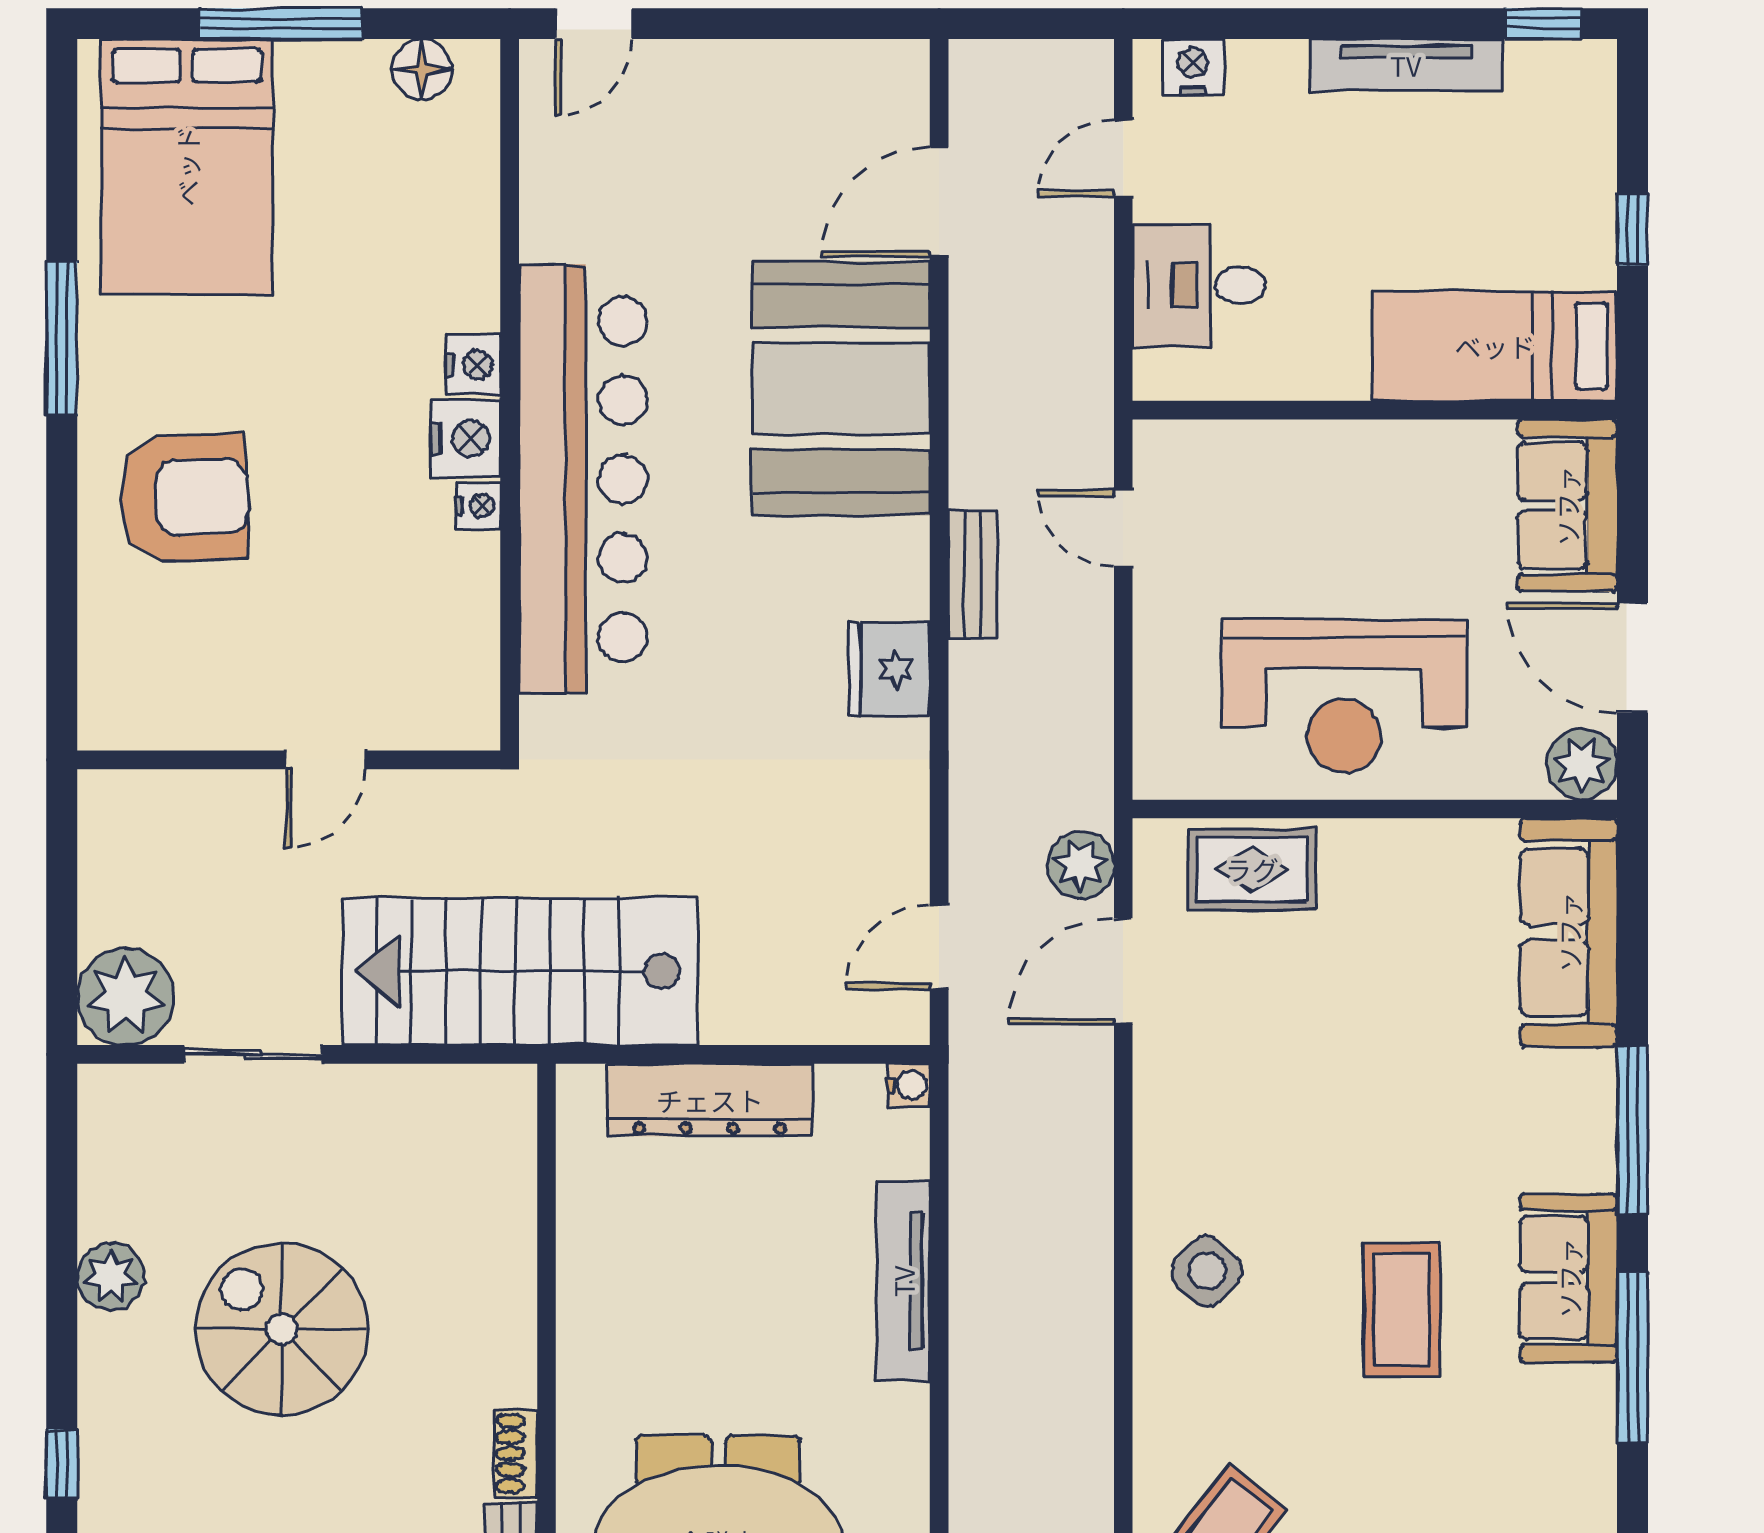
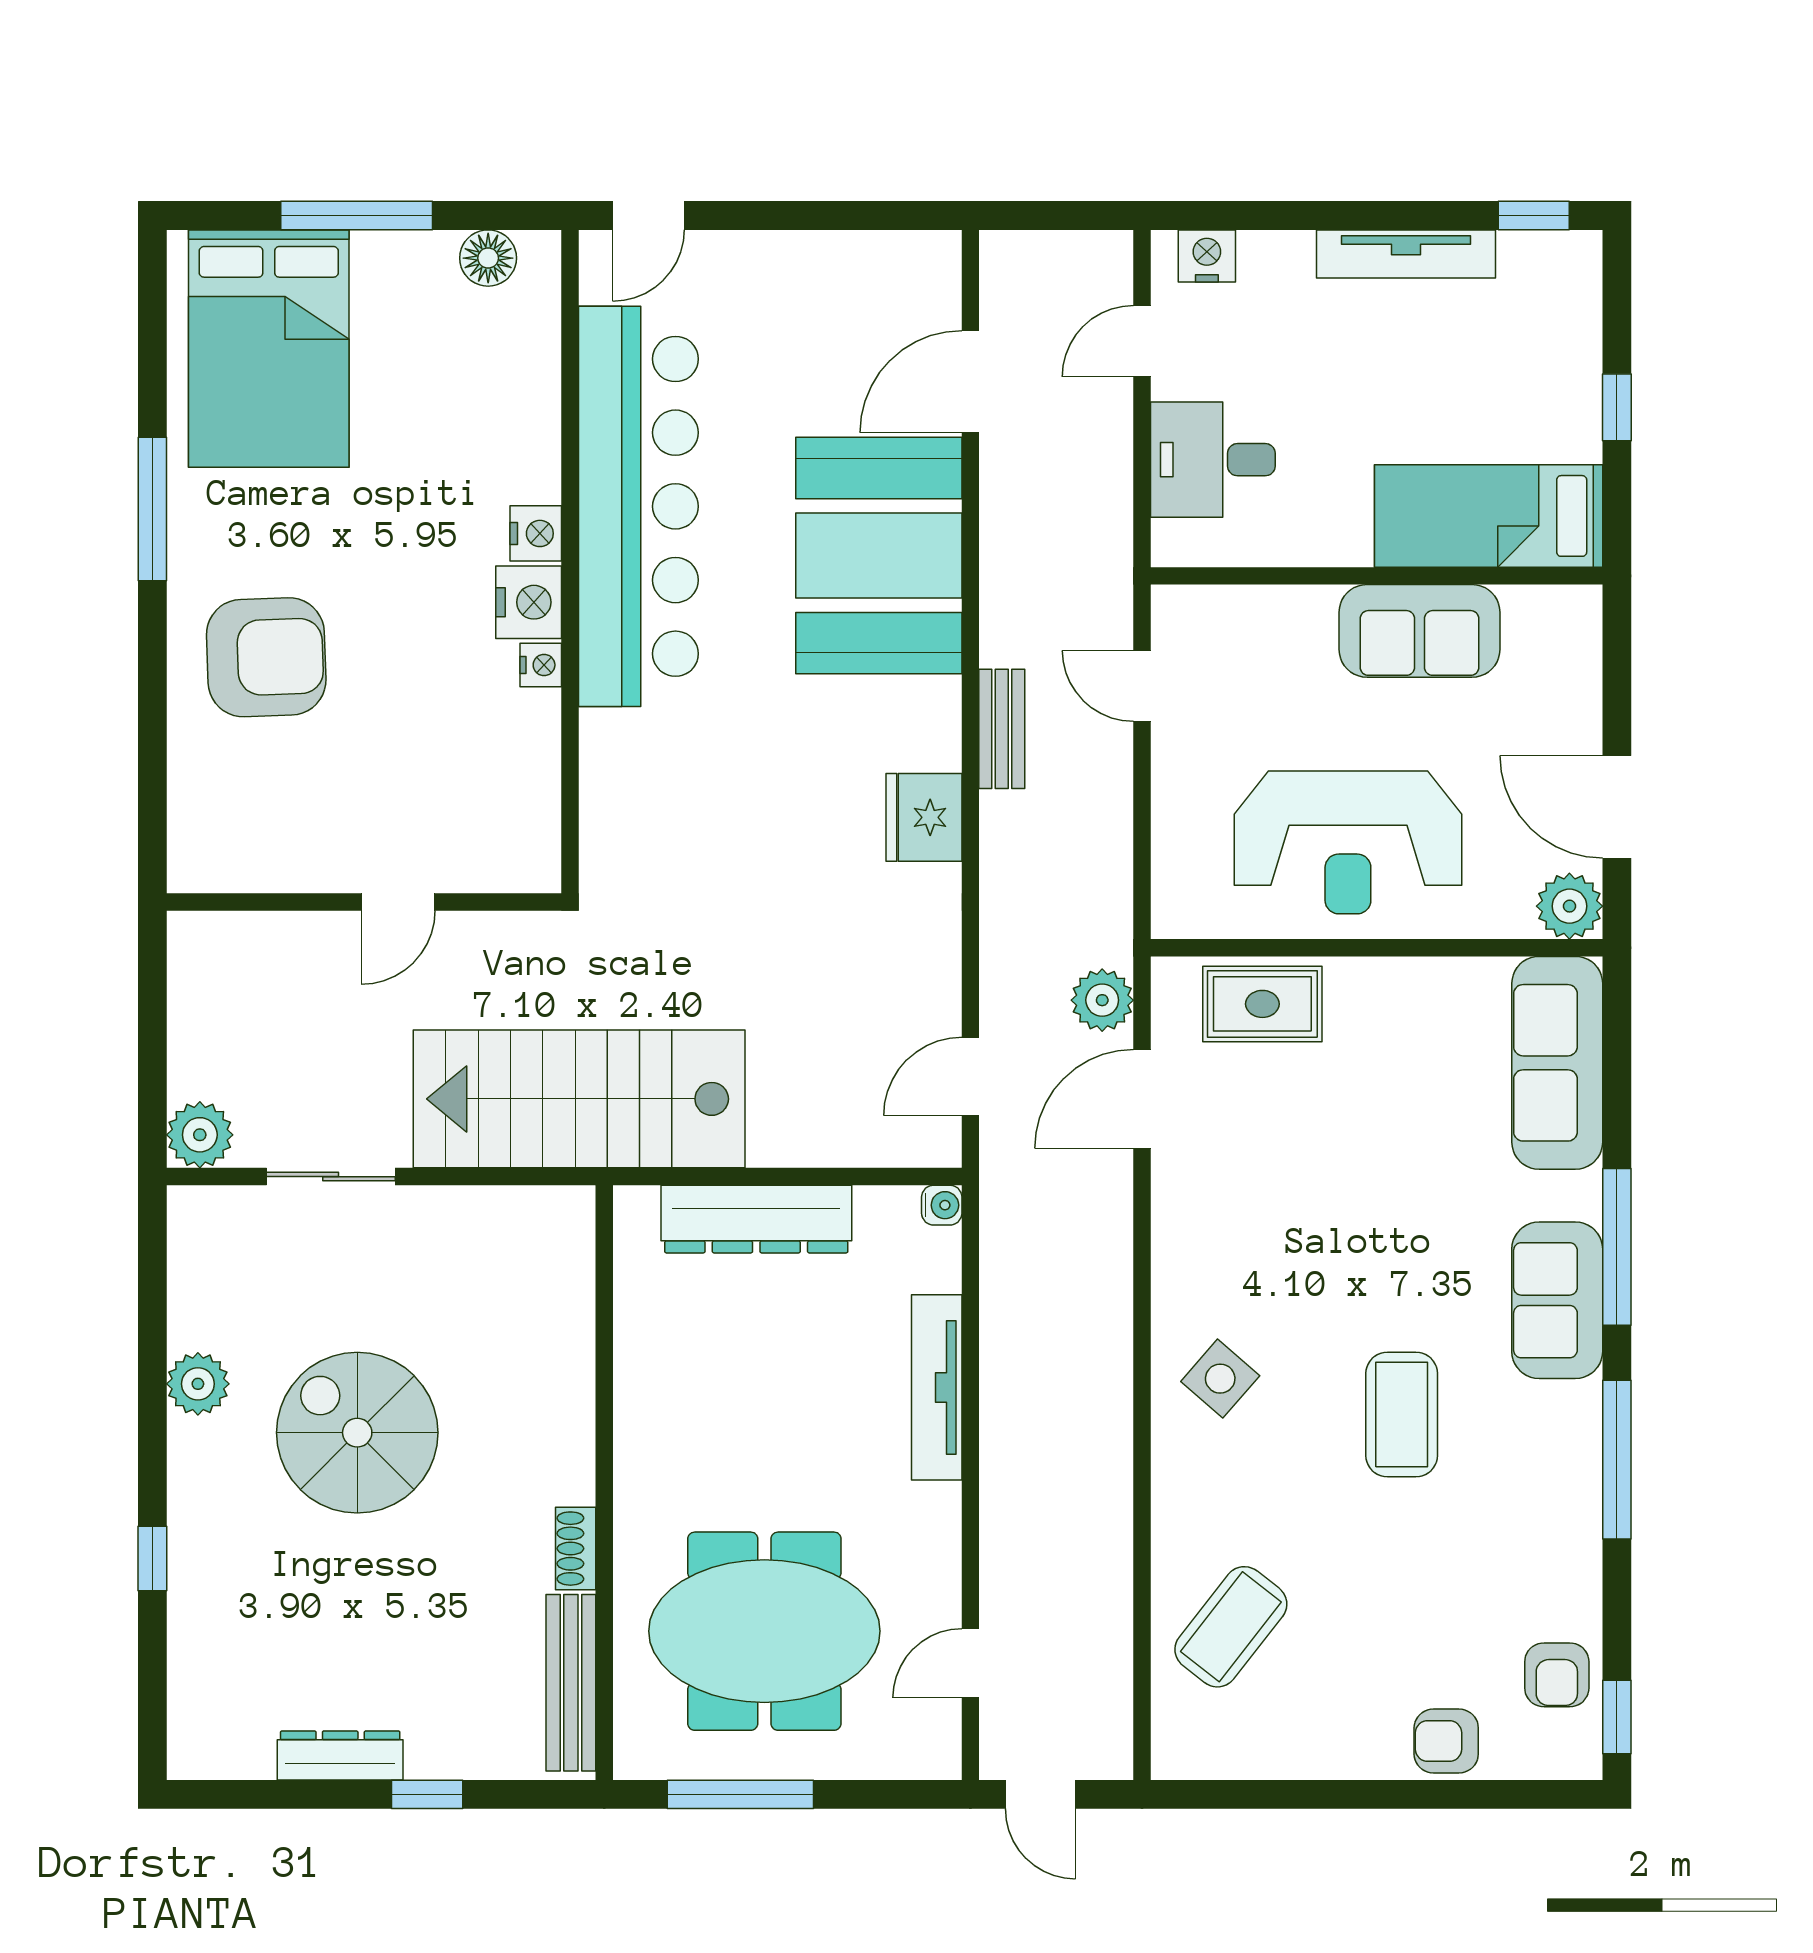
bar counter: (583, 479) -> (638, 506), moved
sofa: (1567, 506) -> (1420, 631), moved, turned -90
plant: (126, 997) -> (200, 1135), width x0.73, depth x0.73
sofa: (1569, 1278) -> (1557, 1300), moved

